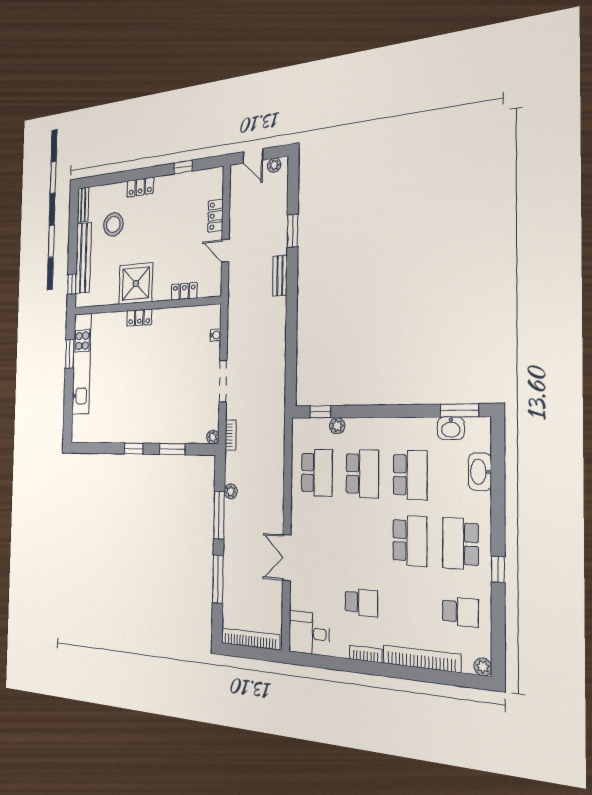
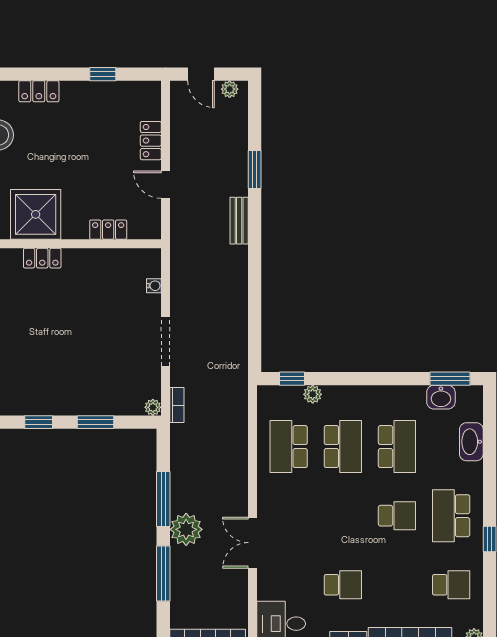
school desk: (317, 473) -> (289, 447), turned 180
plant: (231, 491) -> (186, 529), moved, width x1.88, depth x1.88
school desk: (410, 541) -> (397, 516), width x0.54

